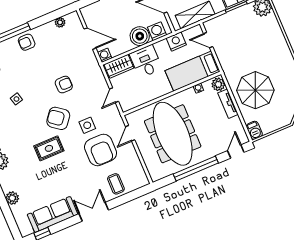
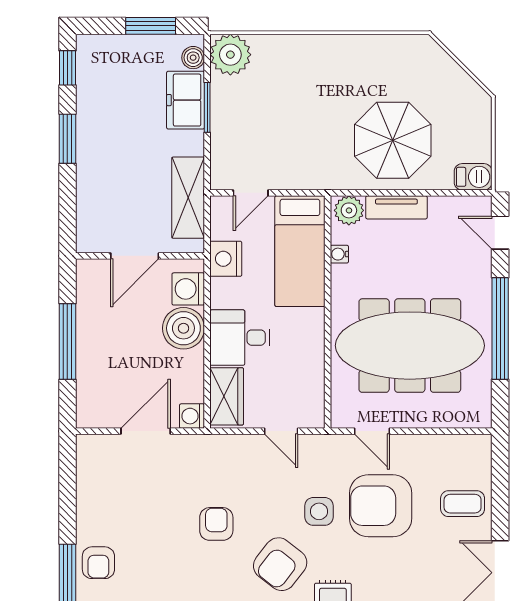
plant: (60, 22) -> (87, 478), removed
armchair: (101, 150) -> (381, 506), turned 180

